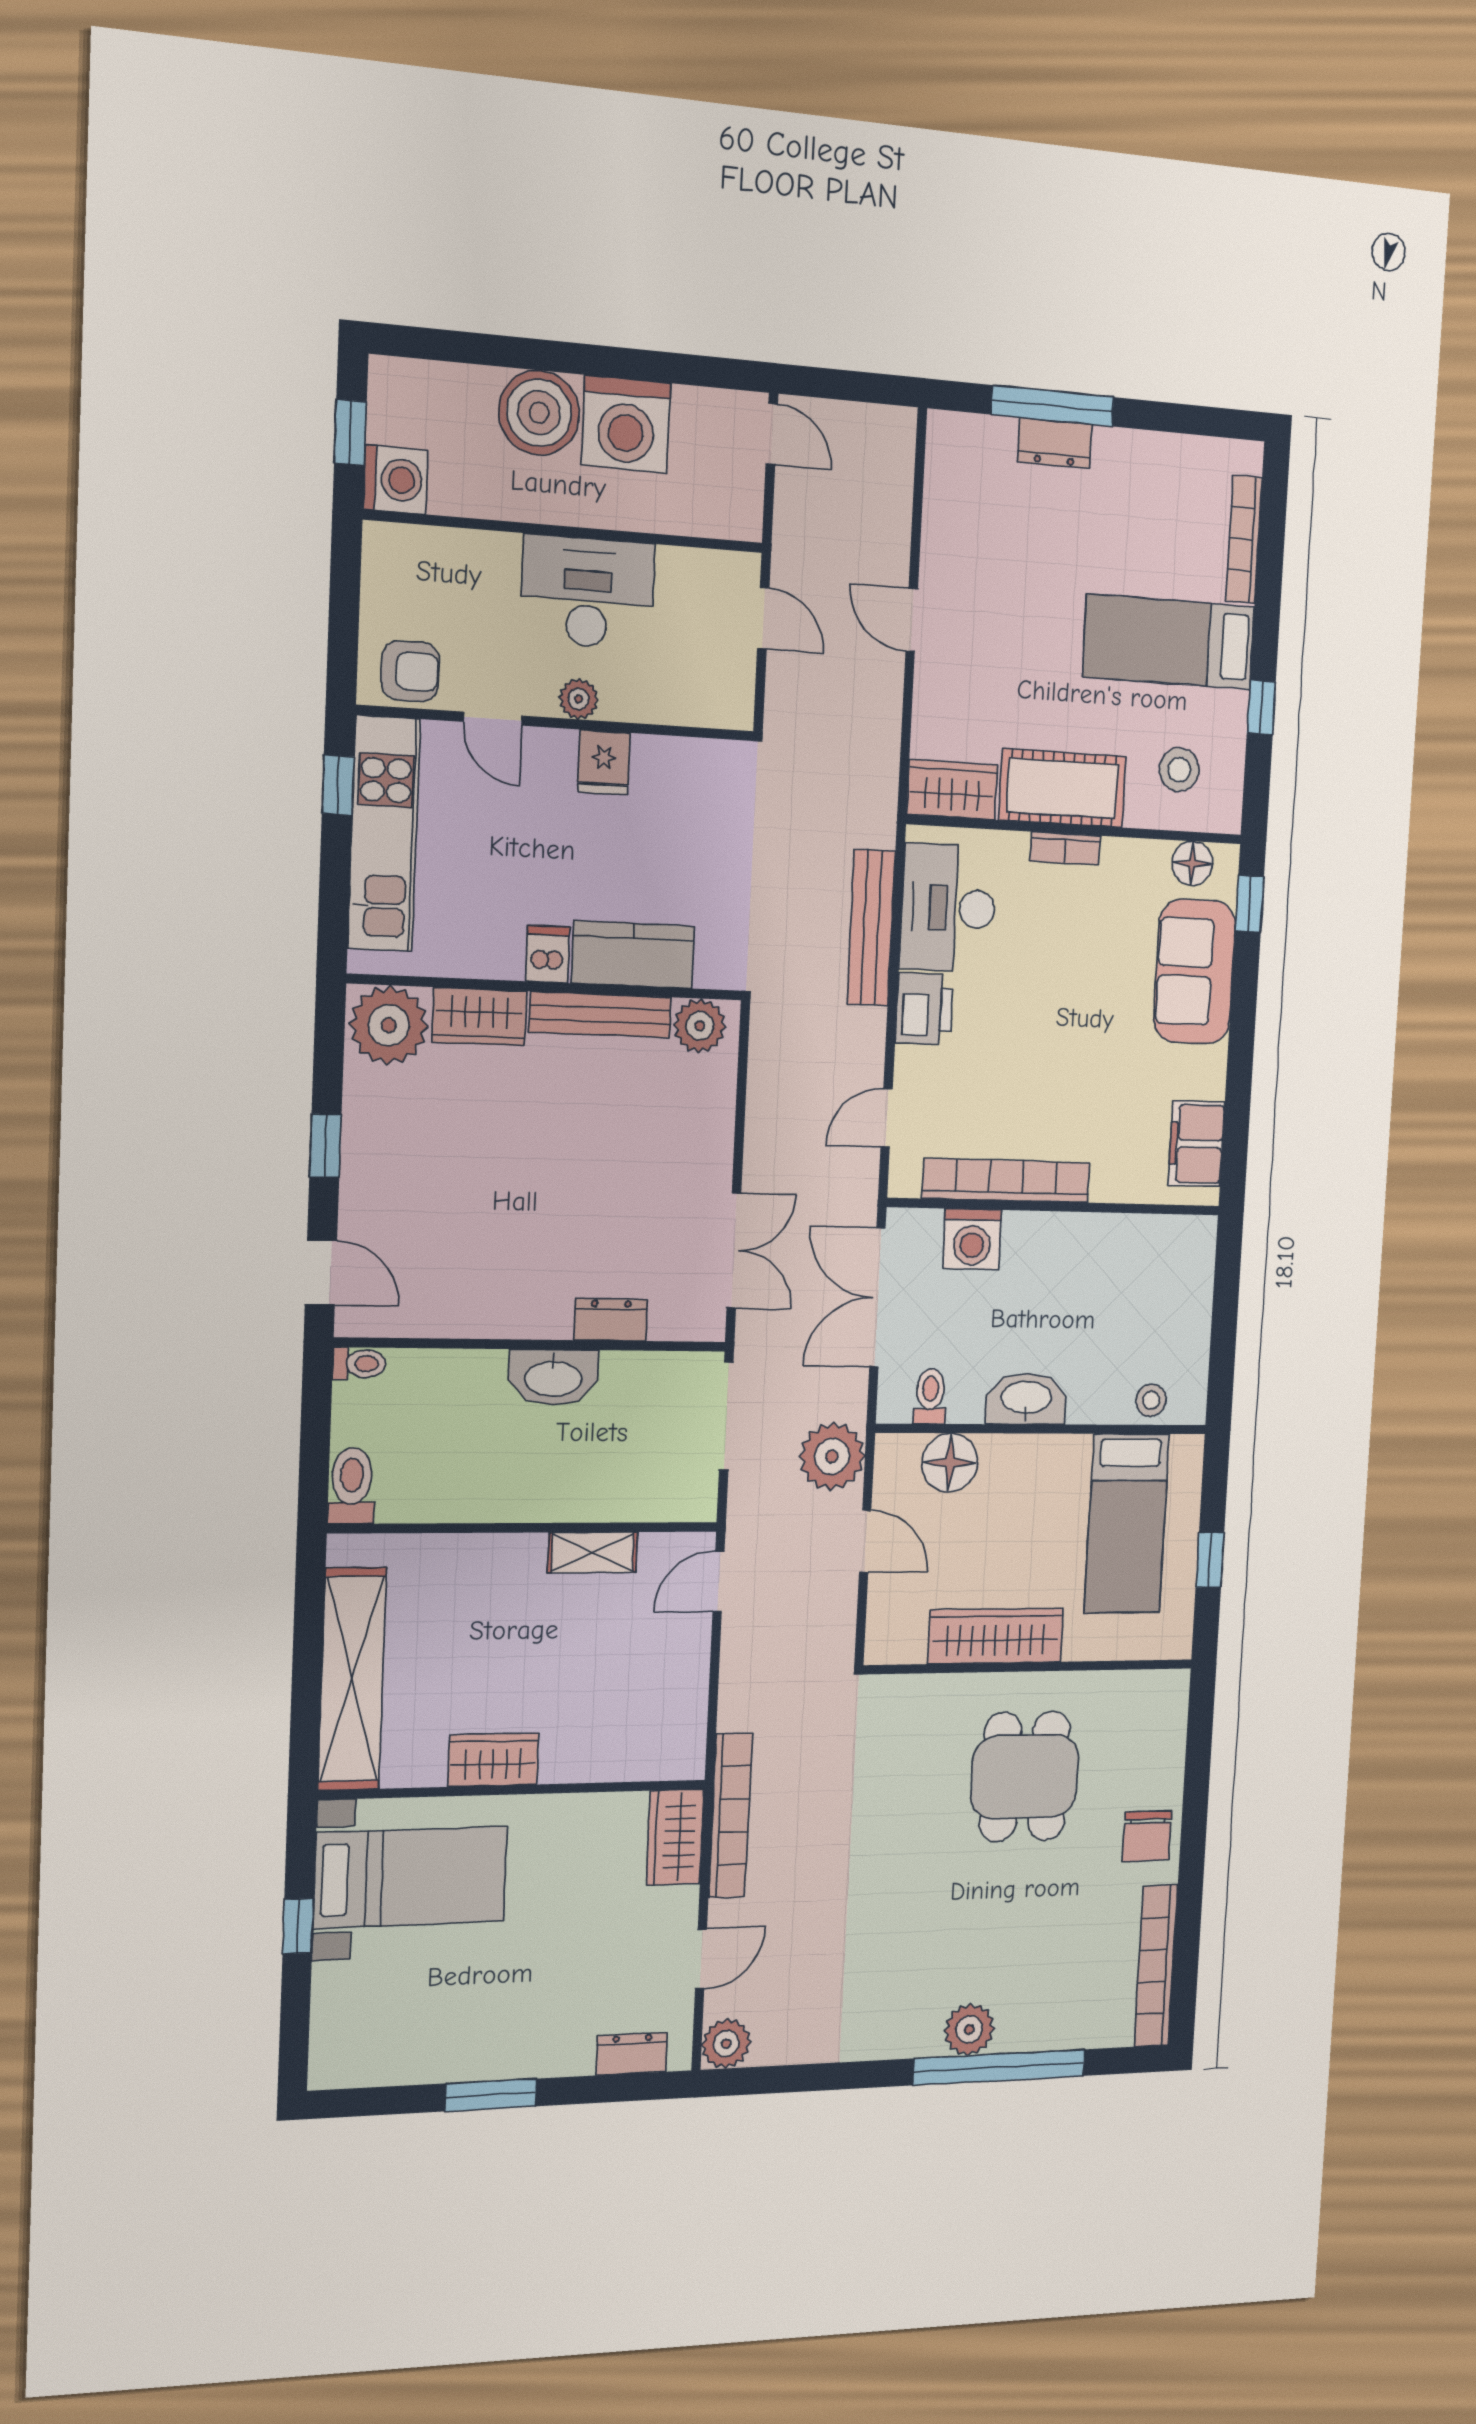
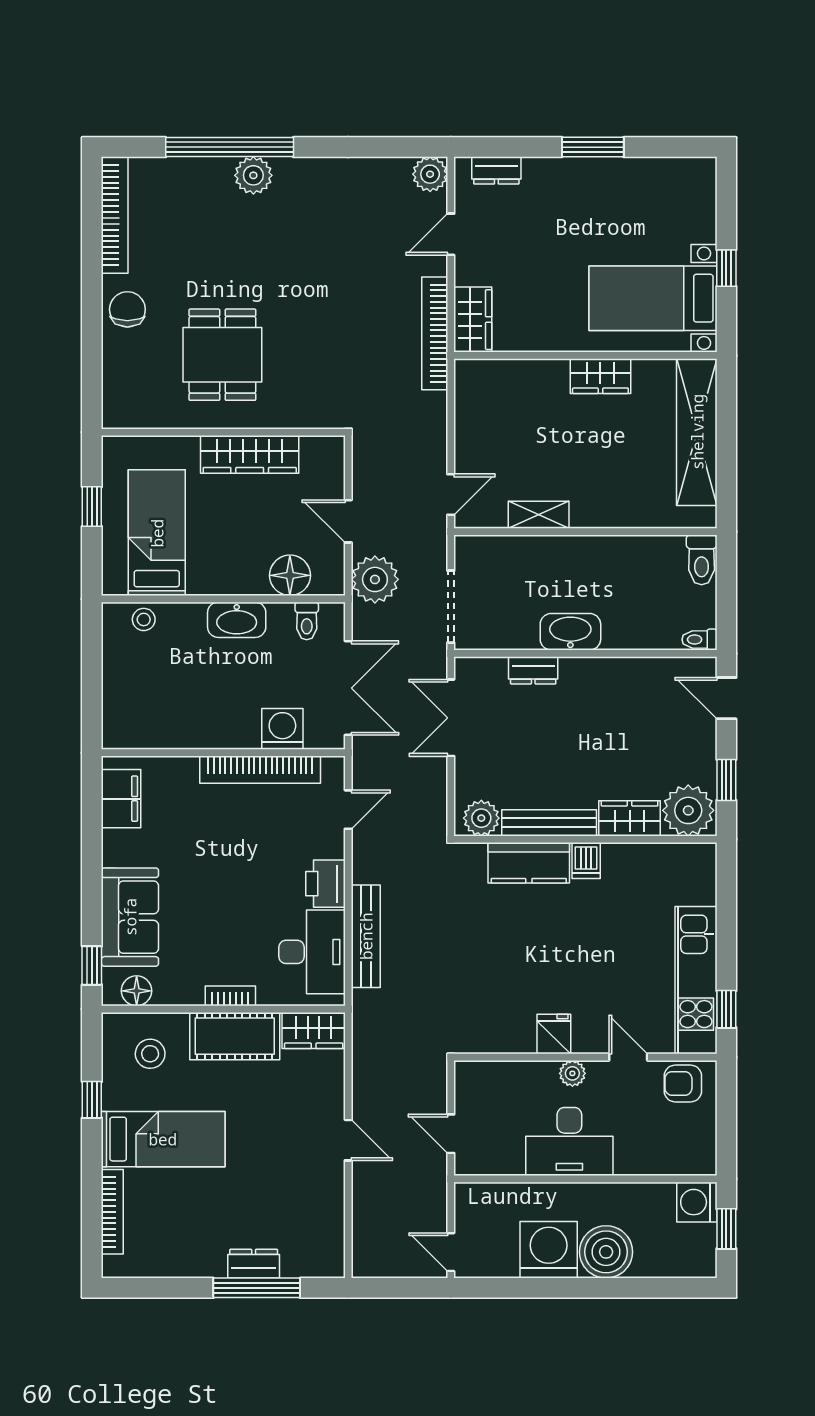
dishwasher: (547, 954) -> (586, 860), moved
kitchen counter: (633, 955) -> (529, 863), moved
wall: (547, 987) -> (585, 839), moved
bench: (600, 1015) -> (549, 823), moved
wardrobe: (479, 1017) -> (630, 818), moved
plant: (389, 1025) -> (688, 810), moved
plant: (700, 1026) -> (481, 818), moved

